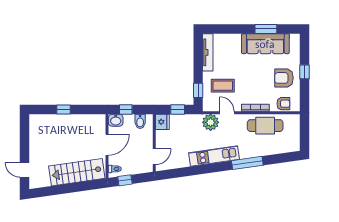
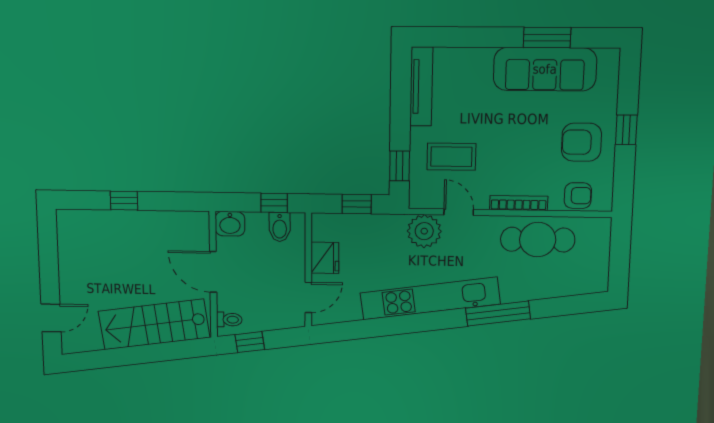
window: (126, 109) -> (274, 203), moved
fridge: (162, 122) -> (325, 258), moved
door: (107, 145) -> (213, 272), swing flipped
kitchen unit: (214, 156) -> (430, 298), width x1.36
door: (24, 170) -> (51, 318), swing flipped

